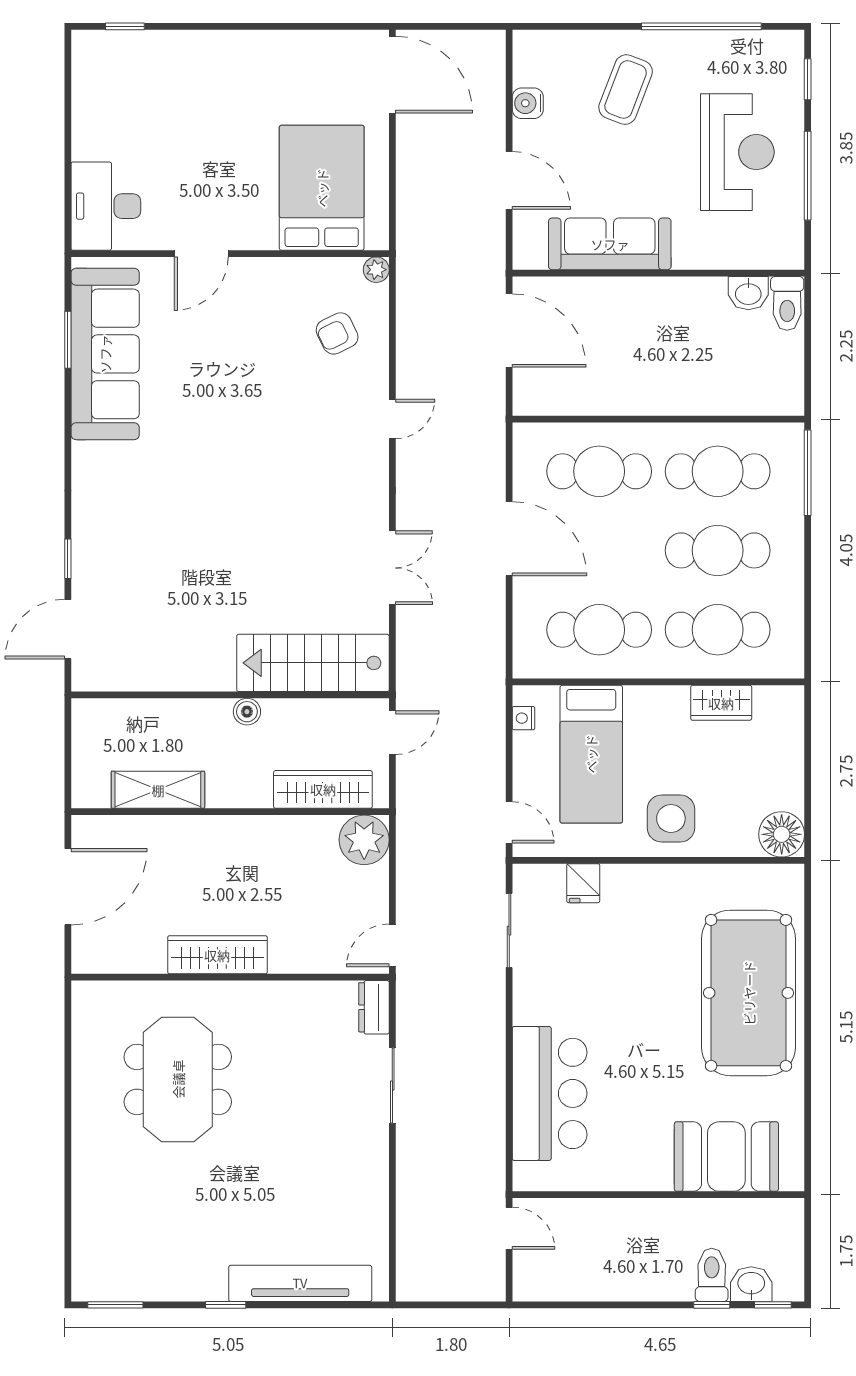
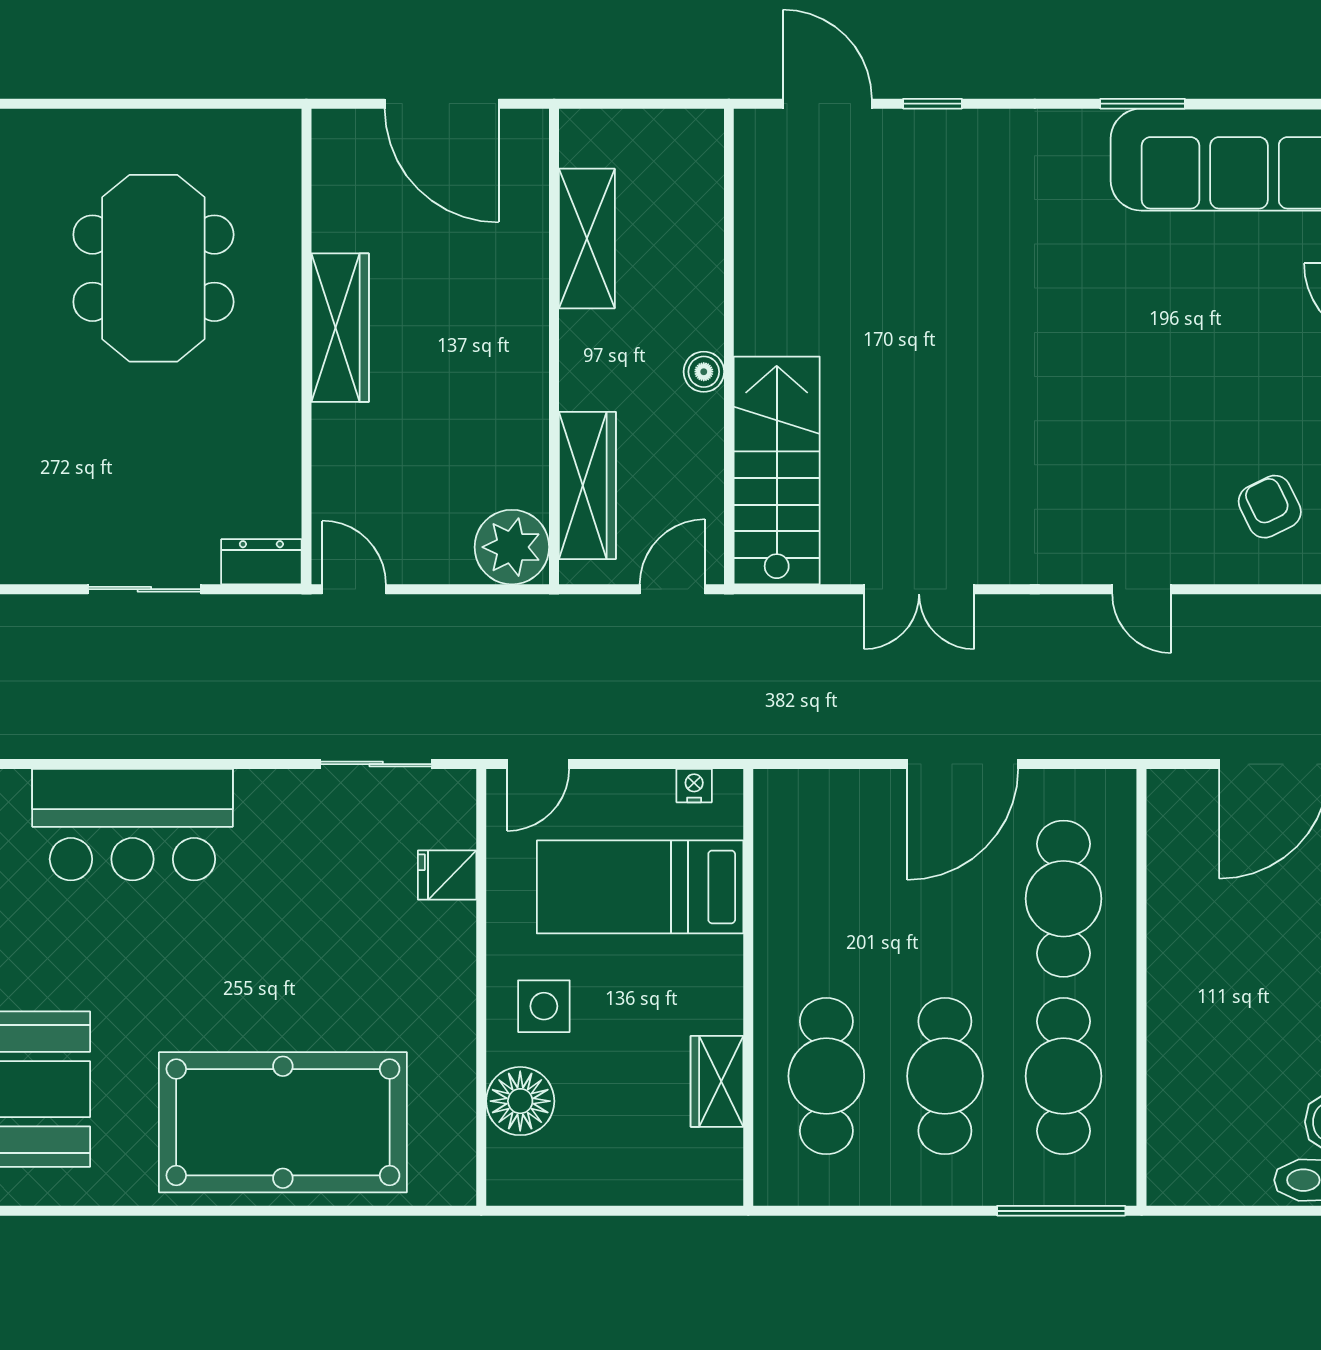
window: (68, 340) -> (1143, 104), moved
cafe table: (599, 630) -> (826, 899), removed
door: (392, 733) -> (672, 589), swing flipped
side table: (671, 819) -> (544, 1006), width x0.73, depth x0.73
floor lamp: (782, 834) -> (520, 1101), moved
meeting table: (178, 1079) -> (153, 268), turned 90

